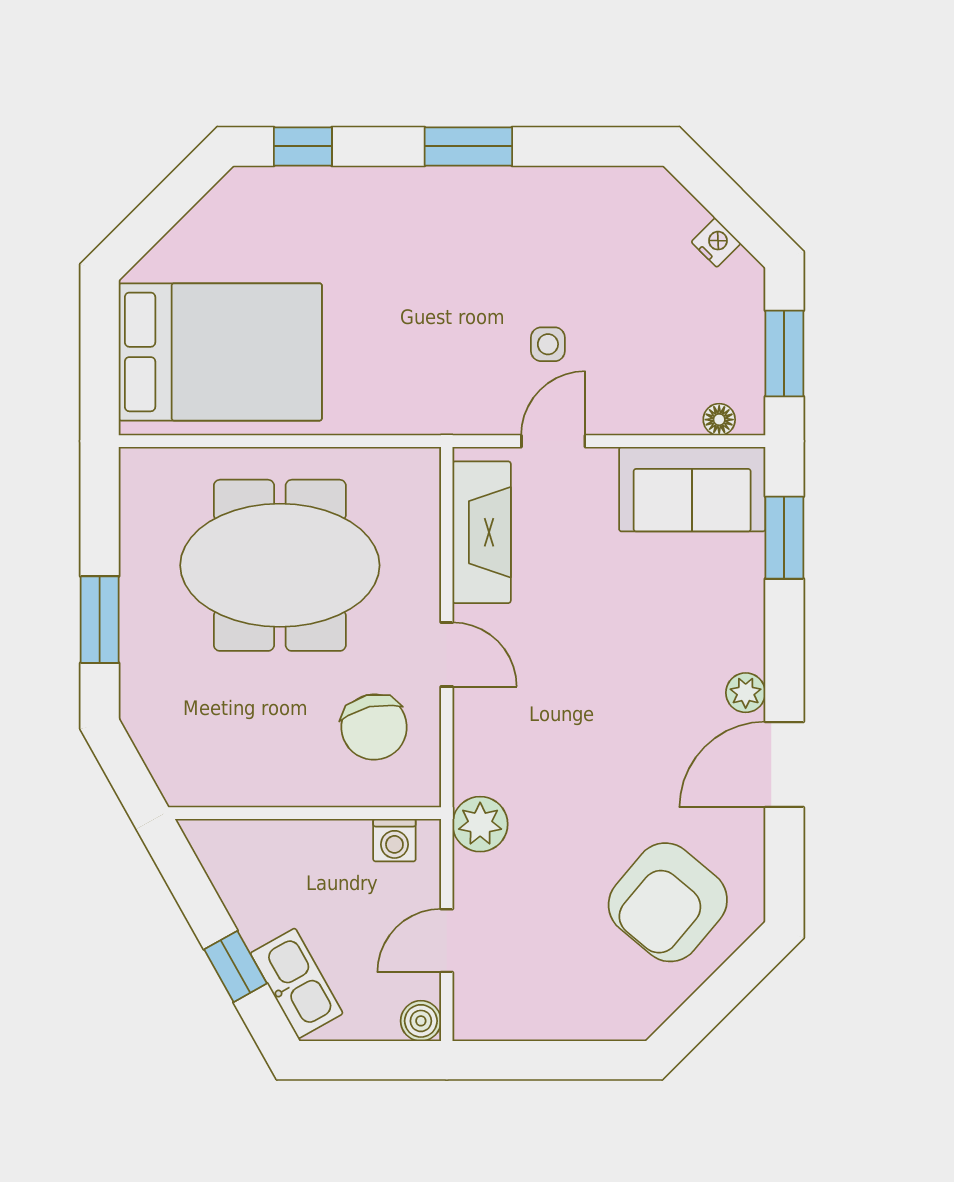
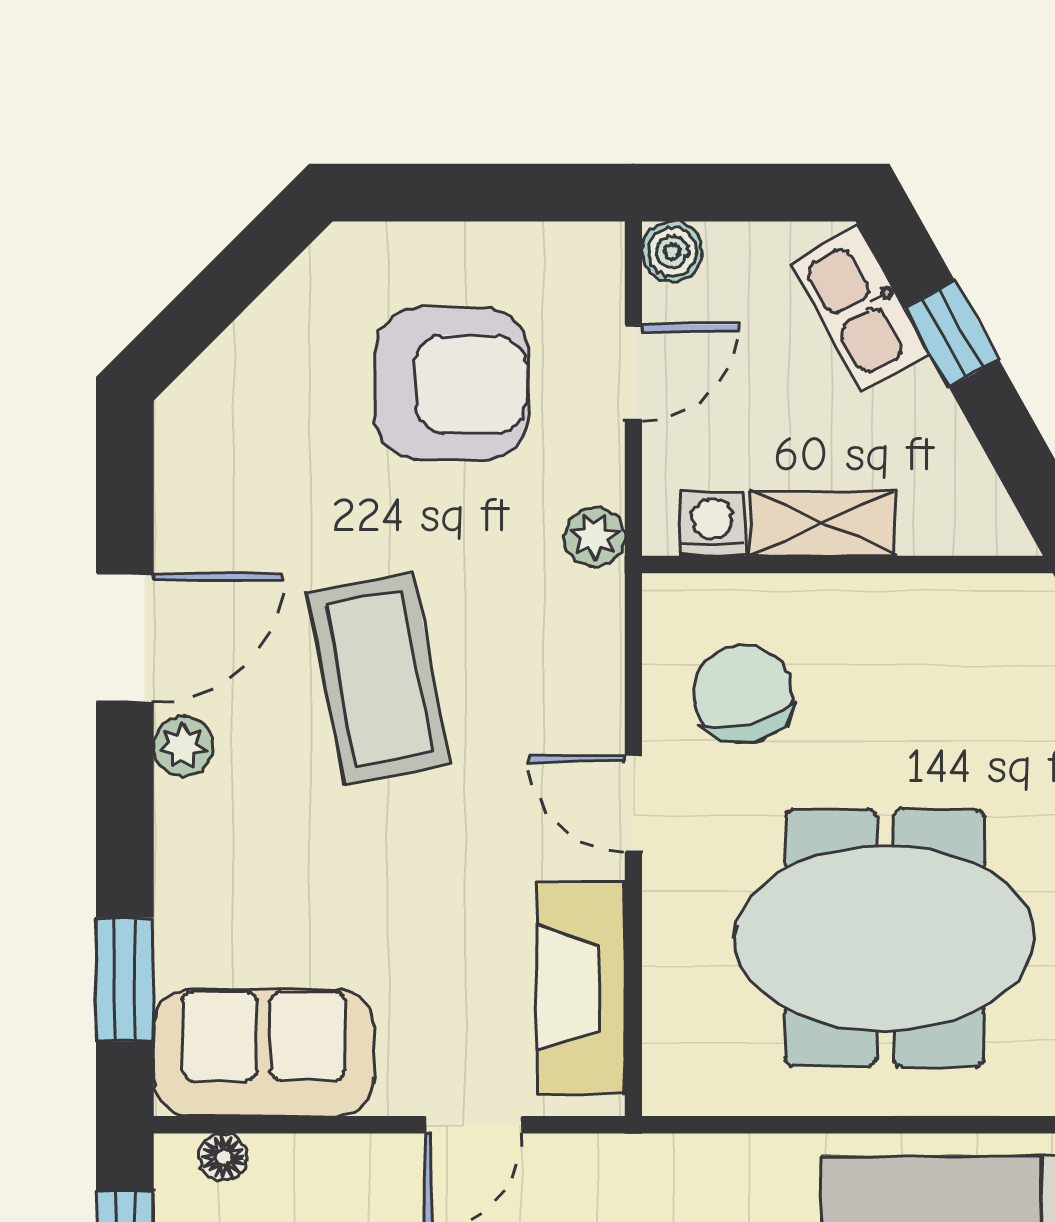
coffee table: (616, 737) -> (379, 679), added
plant: (480, 824) -> (595, 537), width x0.73, depth x0.73
shelving: (321, 840) -> (822, 523), added
armchair: (668, 902) -> (452, 384), moved, turned 50

